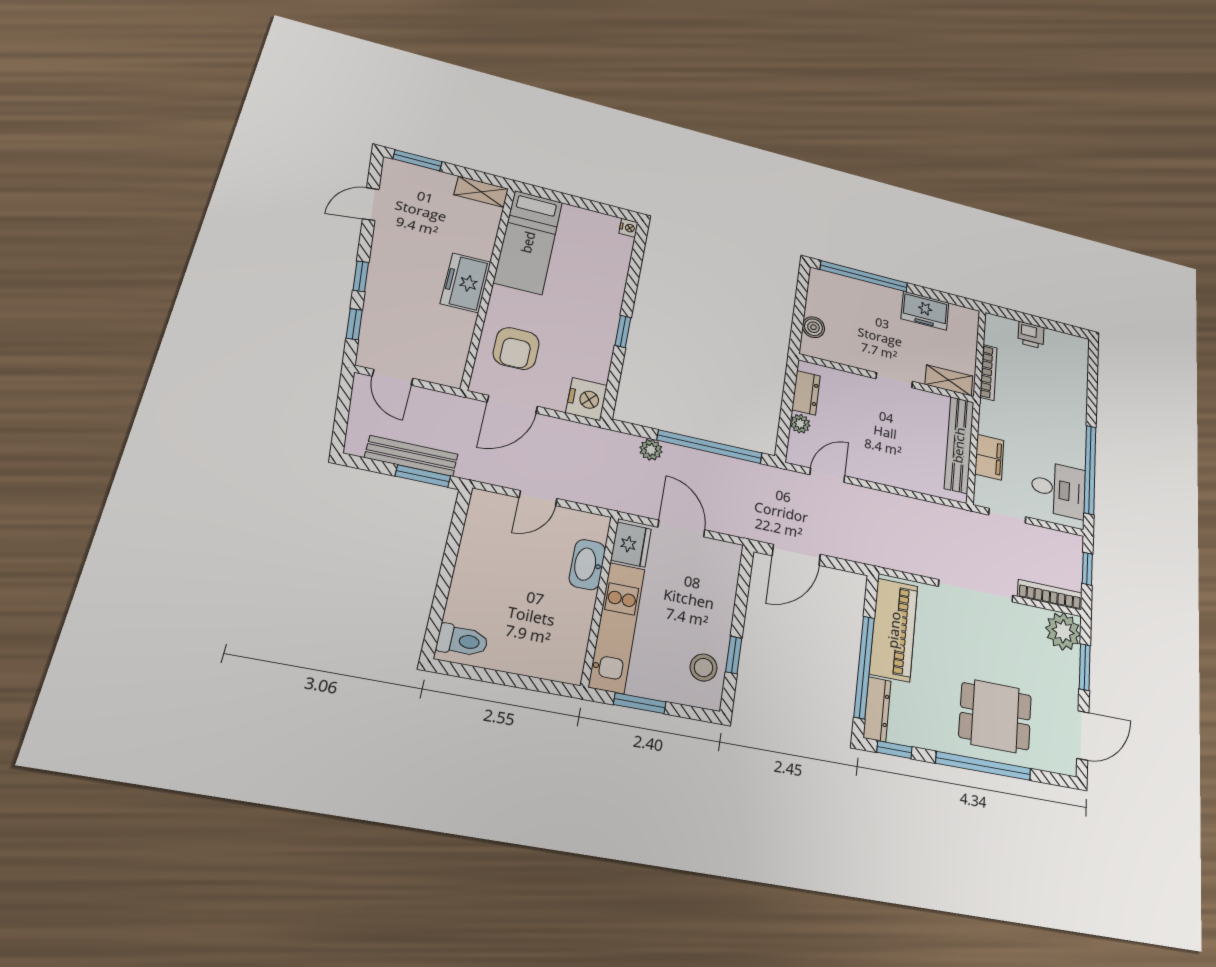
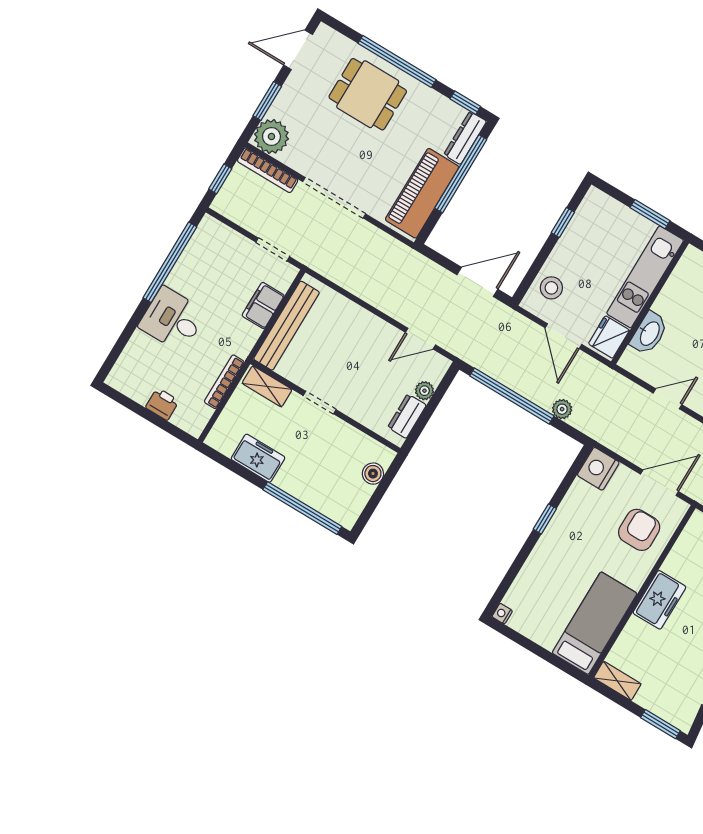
desk: (1059, 489) -> (172, 319), moved
stool: (704, 668) -> (551, 288), moved

